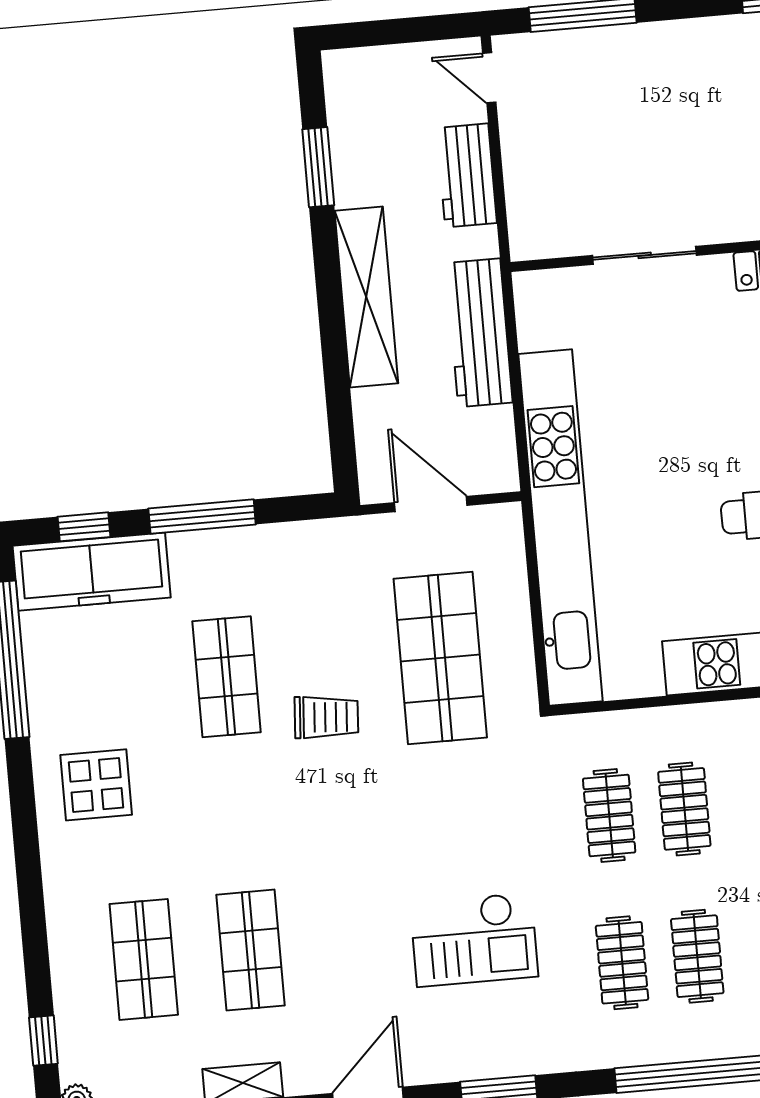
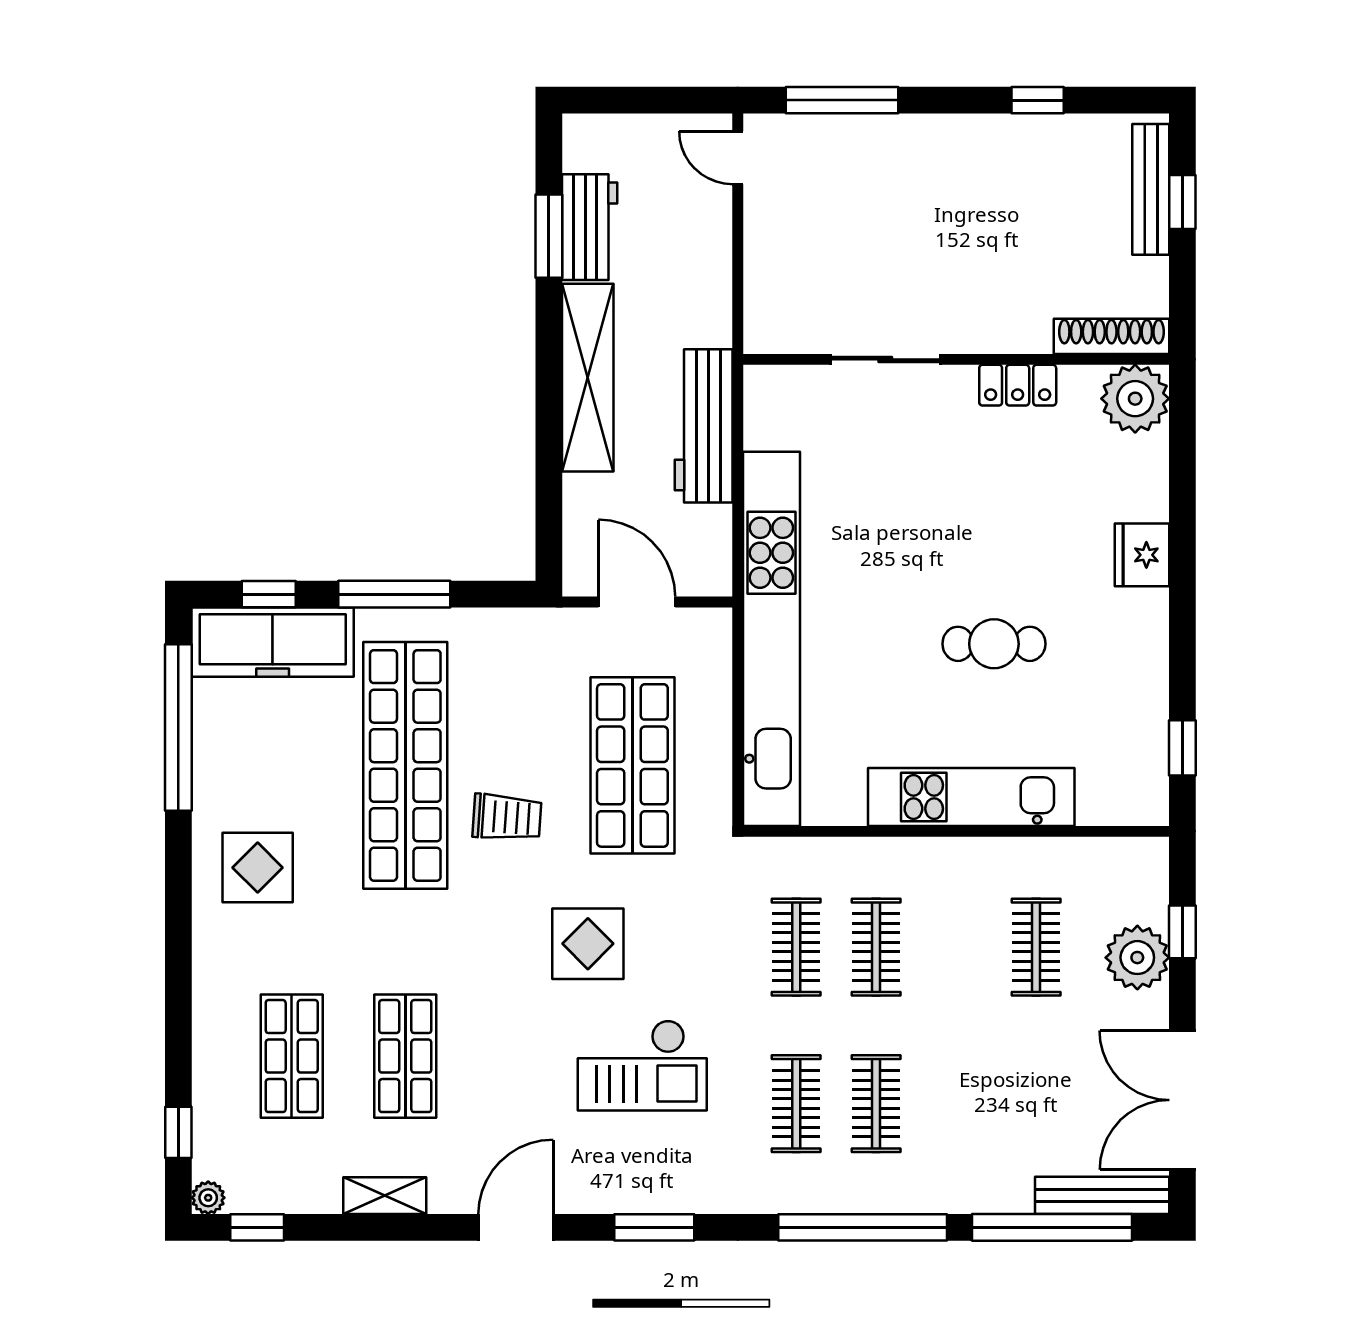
workbench: (467, 175) -> (590, 227), moved, turned 180
shop shelf: (227, 677) -> (405, 765), width x2.00, depth x1.36
display table: (413, 829) -> (588, 944), added

